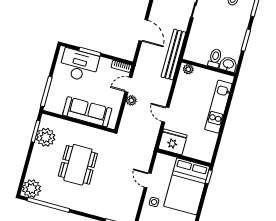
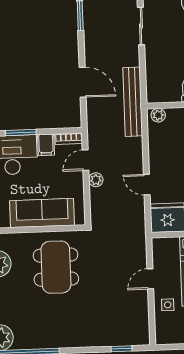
filing cabinet: (104, 66) -> (46, 145), added
dining table: (78, 165) -> (56, 267), moved
door: (148, 180) -> (150, 279), hinge flipped

